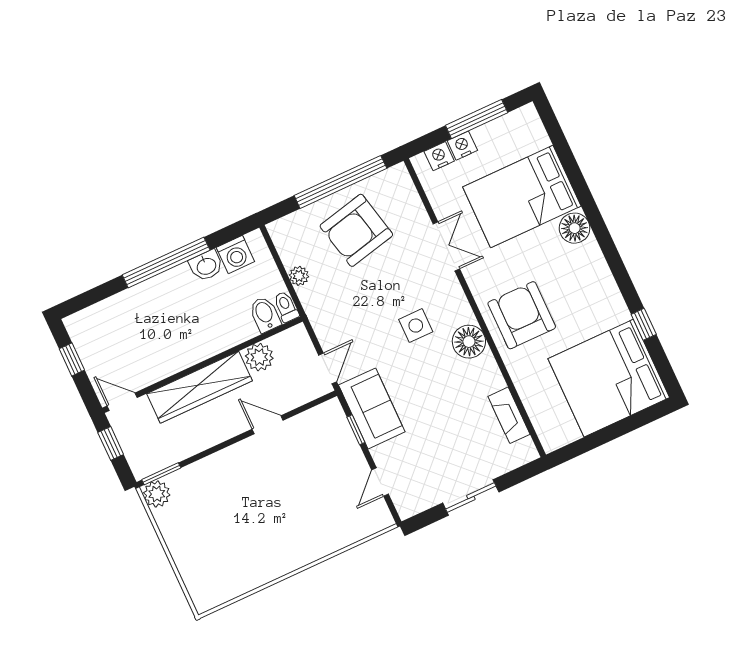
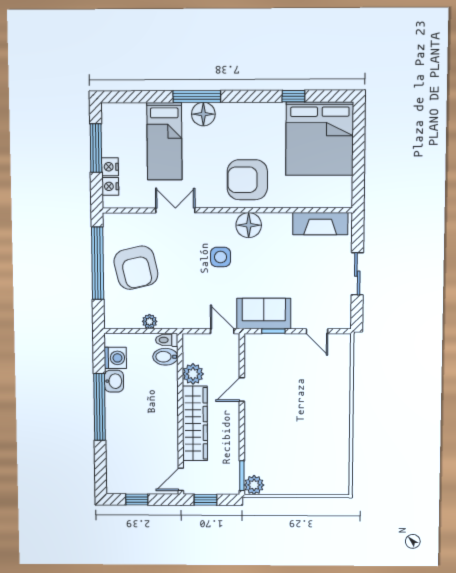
bed: (522, 197) -> (164, 141), width x0.67
window: (591, 211) -> (197, 97), added
fireplace: (509, 415) -> (320, 224), width x1.37, depth x1.32

